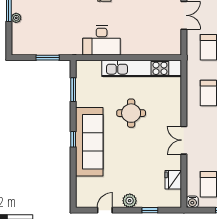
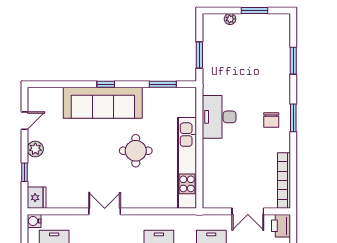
plant: (16, 18) -> (230, 19), moved
fridge: (173, 180) -> (37, 198), moved, turned 90
door: (105, 210) -> (24, 121), hinge flipped

